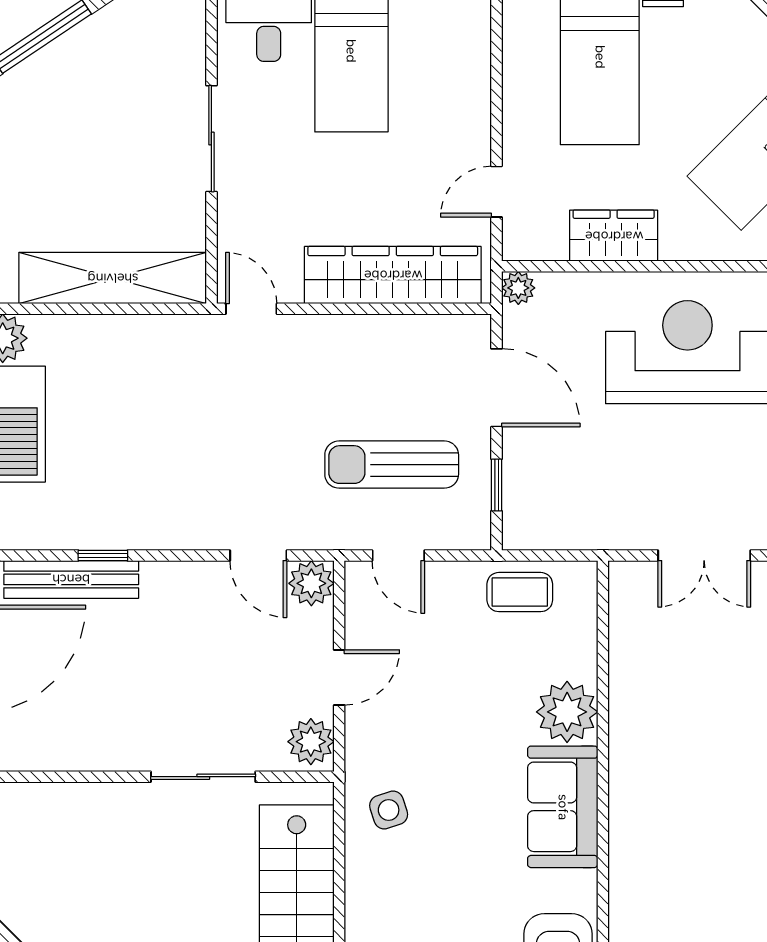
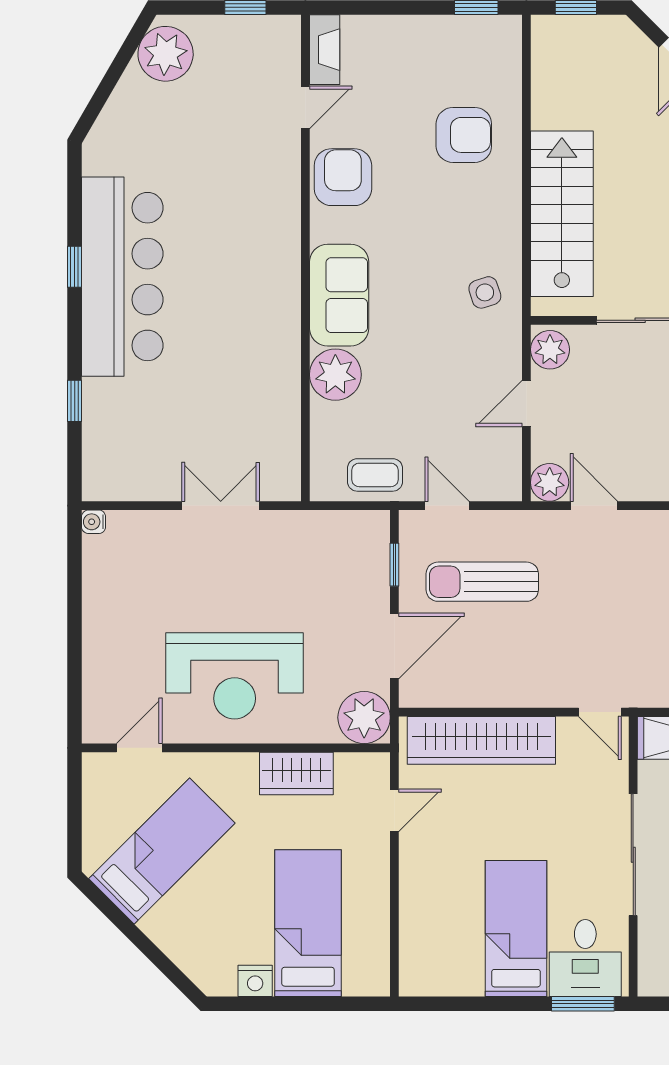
sliding door: (211, 139) -> (633, 855), width x1.37
plant: (518, 288) -> (364, 717), width x1.88, depth x1.88
door: (497, 388) -> (394, 646), swing flipped
sun lounger: (392, 465) -> (482, 582), turned 180
door: (398, 556) -> (447, 506), moved

